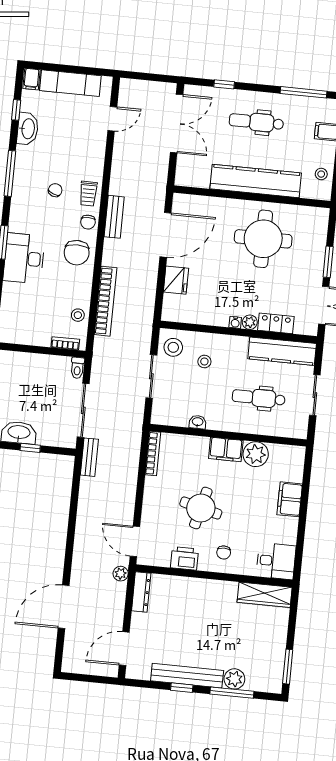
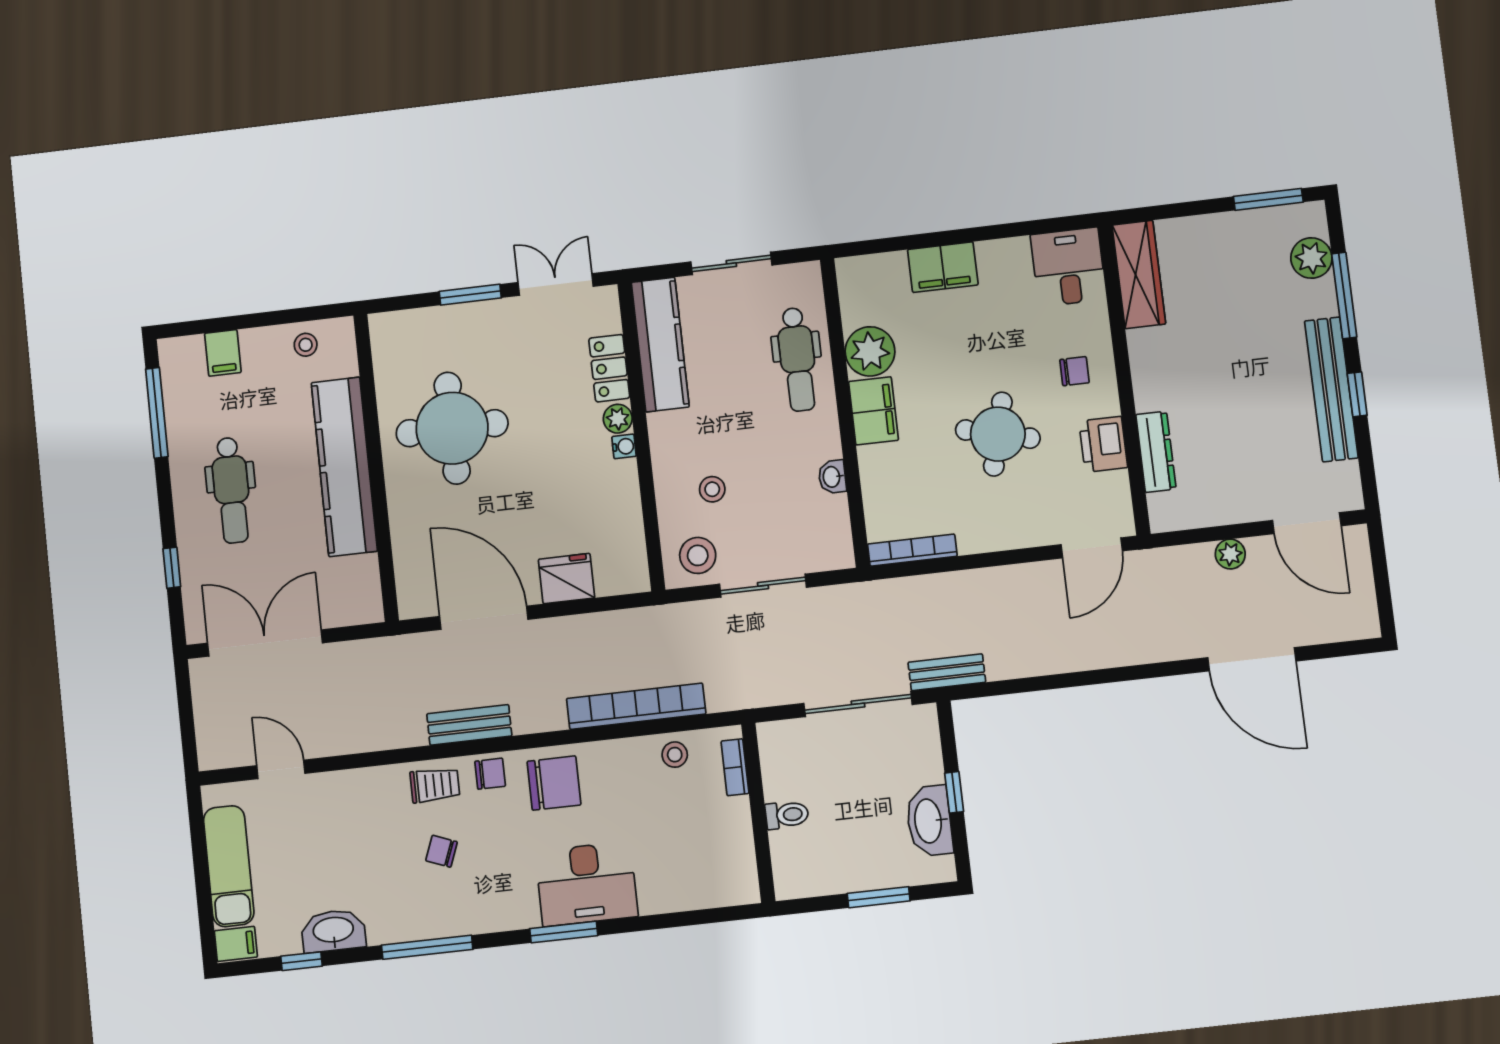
toilet: (77, 368) -> (787, 815), moved
dental chair: (259, 398) -> (797, 359), moved
plant: (121, 574) -> (1230, 554), moved
dresser: (141, 592) -> (1156, 452), moved, turned 90
plant: (234, 679) -> (1311, 258), moved

